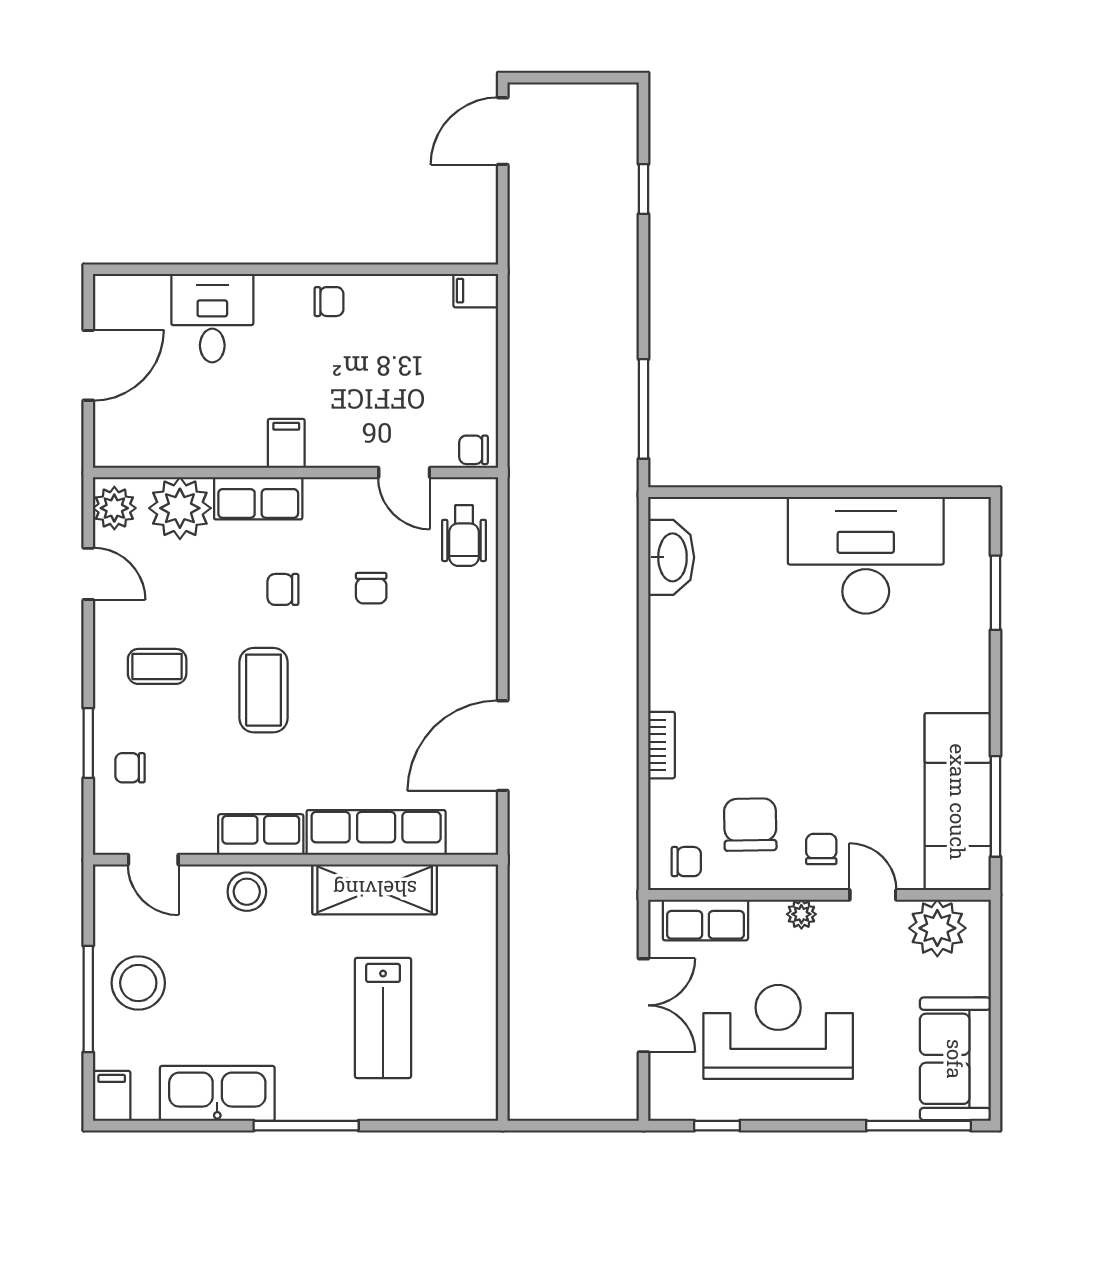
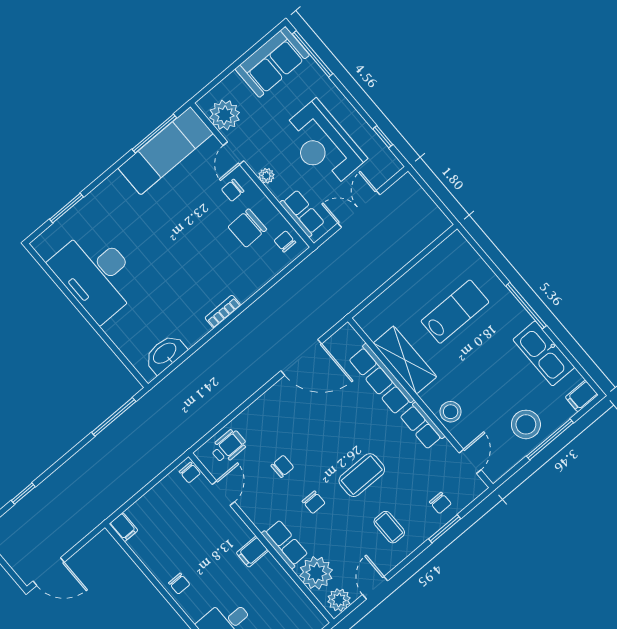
chair: (329, 302) -> (179, 584), turned 180
bookcase: (662, 745) -> (223, 312), moved

